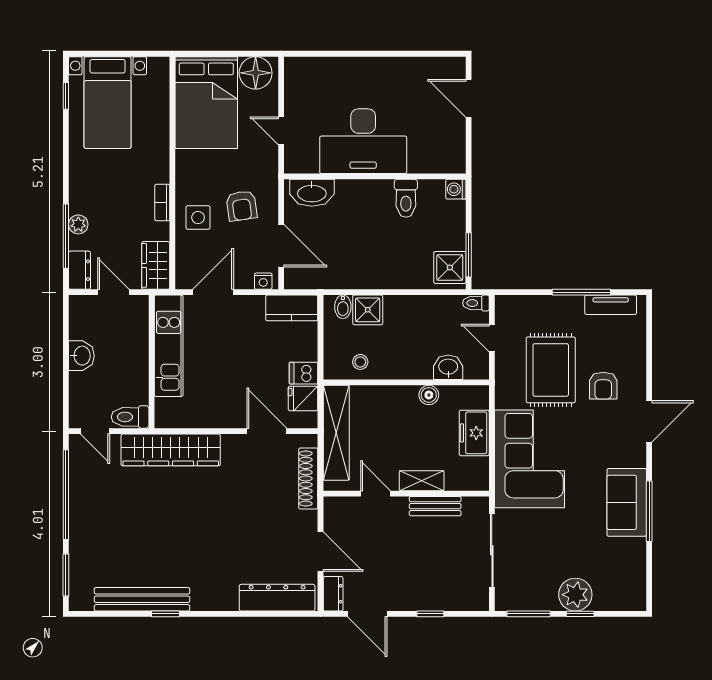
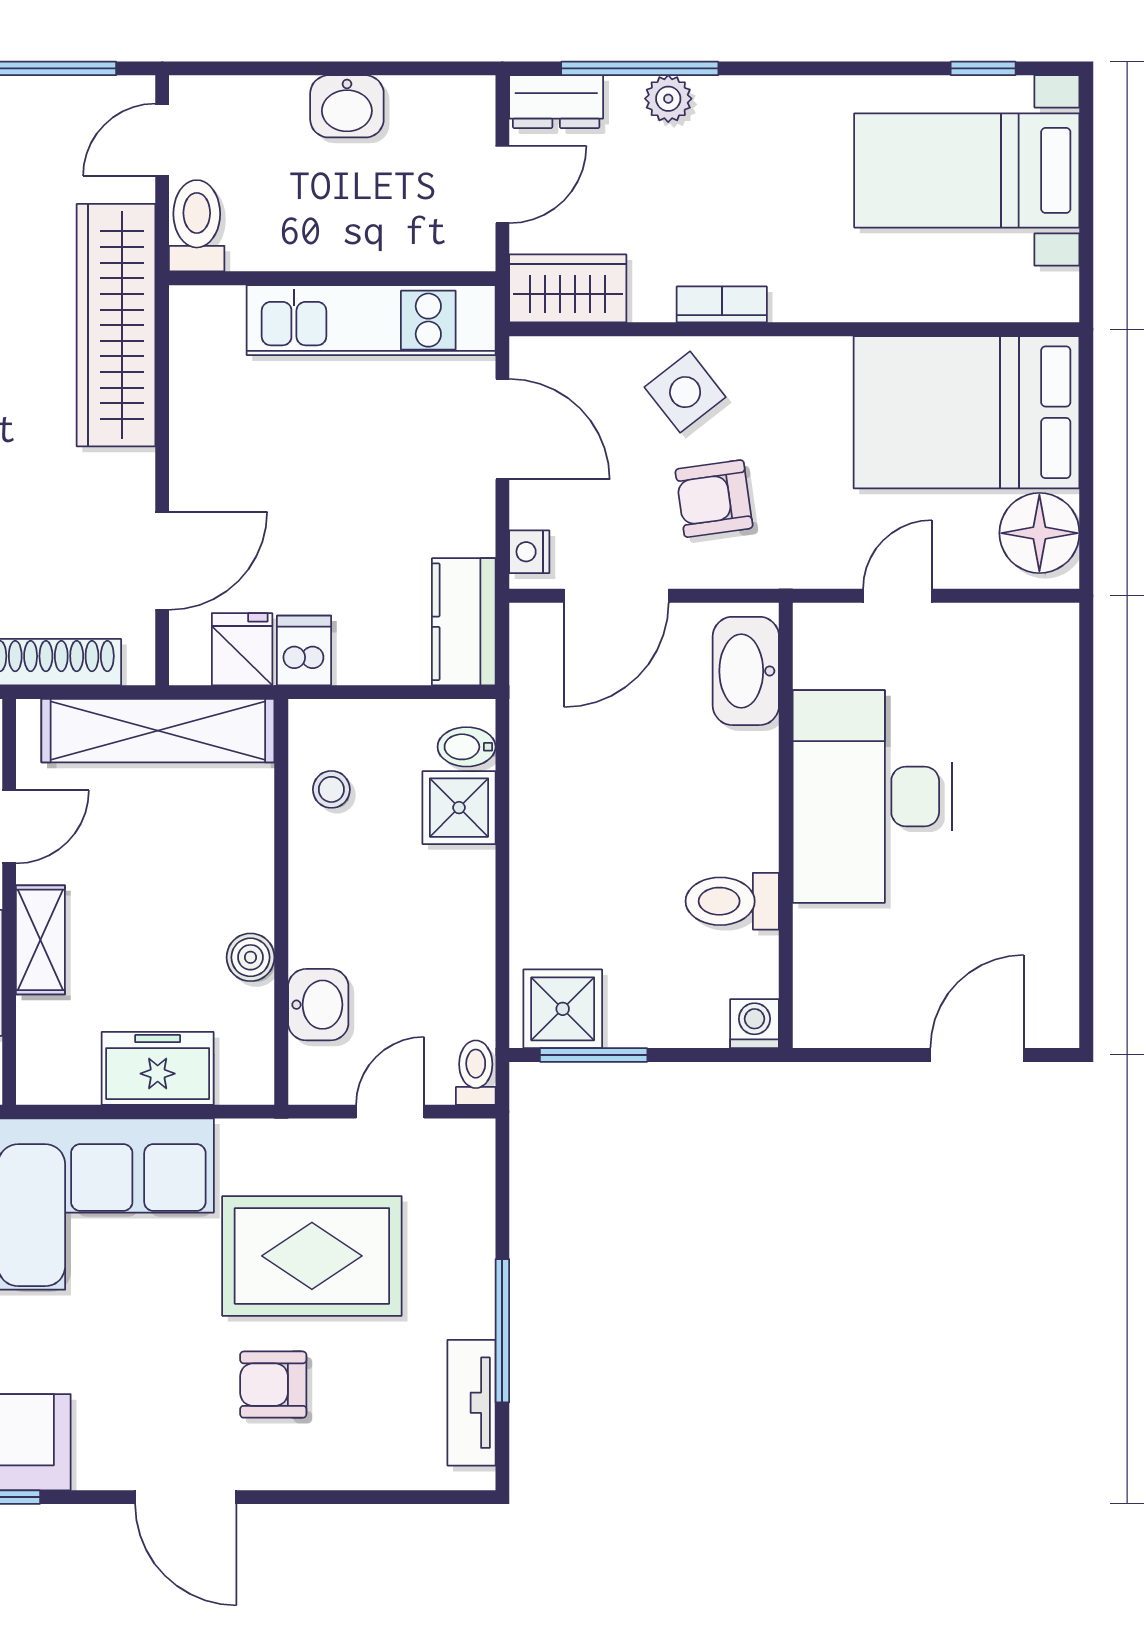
side table: (198, 218) -> (685, 392), turned -38

